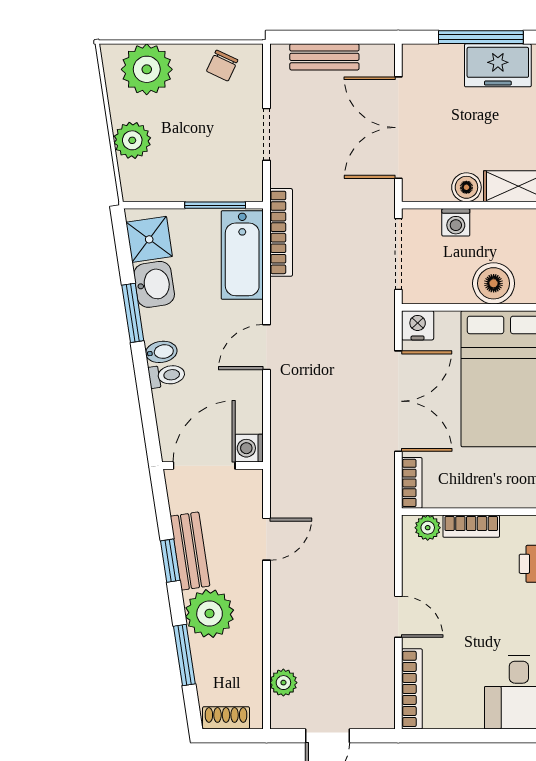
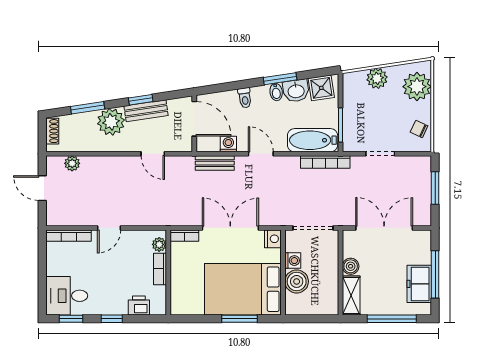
window: (327, 37) -> (435, 188), added
bench: (324, 57) -> (215, 163), moved, turned 90
washing machine: (456, 222) -> (293, 261), moved, turned 180
bidet: (161, 352) -> (276, 92), moved
double door: (398, 401) -> (230, 228), swing flipped
washing machine: (249, 448) -> (228, 144), moved

